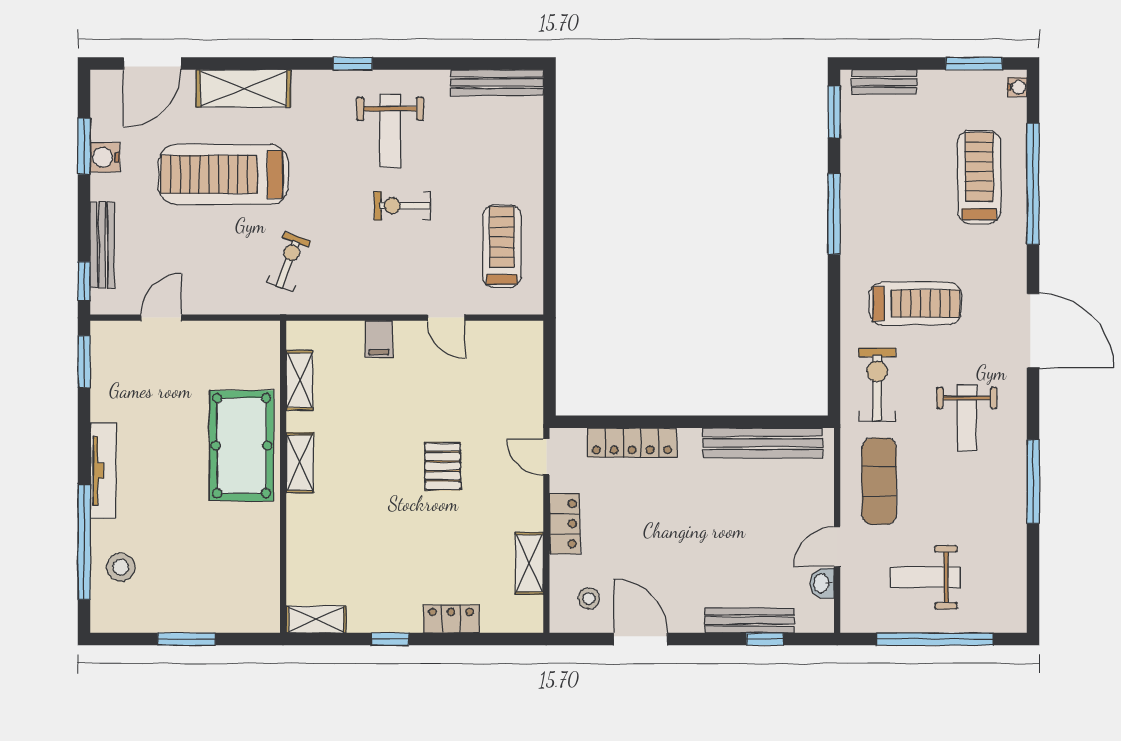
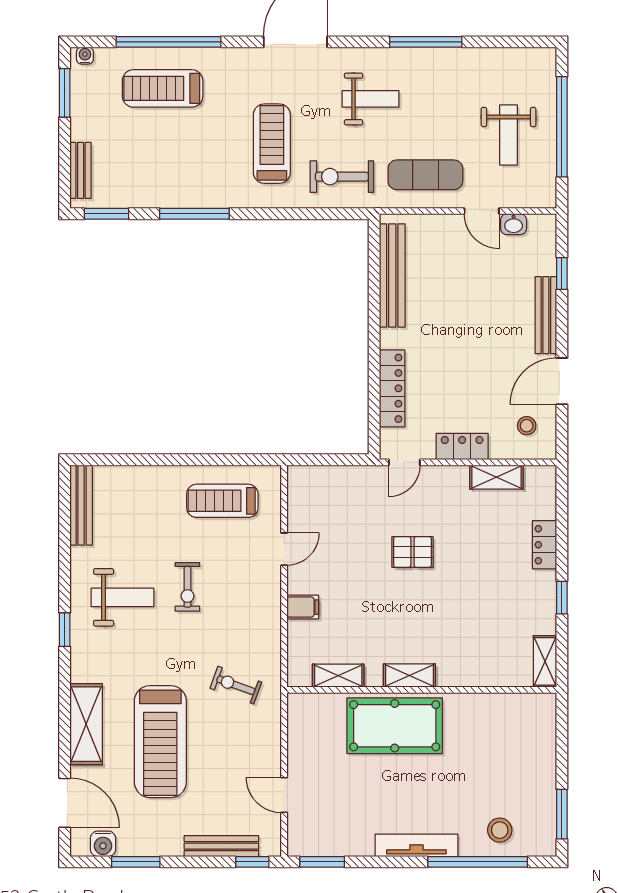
water cooler: (105, 157) -> (103, 844), moved
bench: (749, 621) -> (546, 315), moved
window: (187, 639) -> (562, 814), moved

